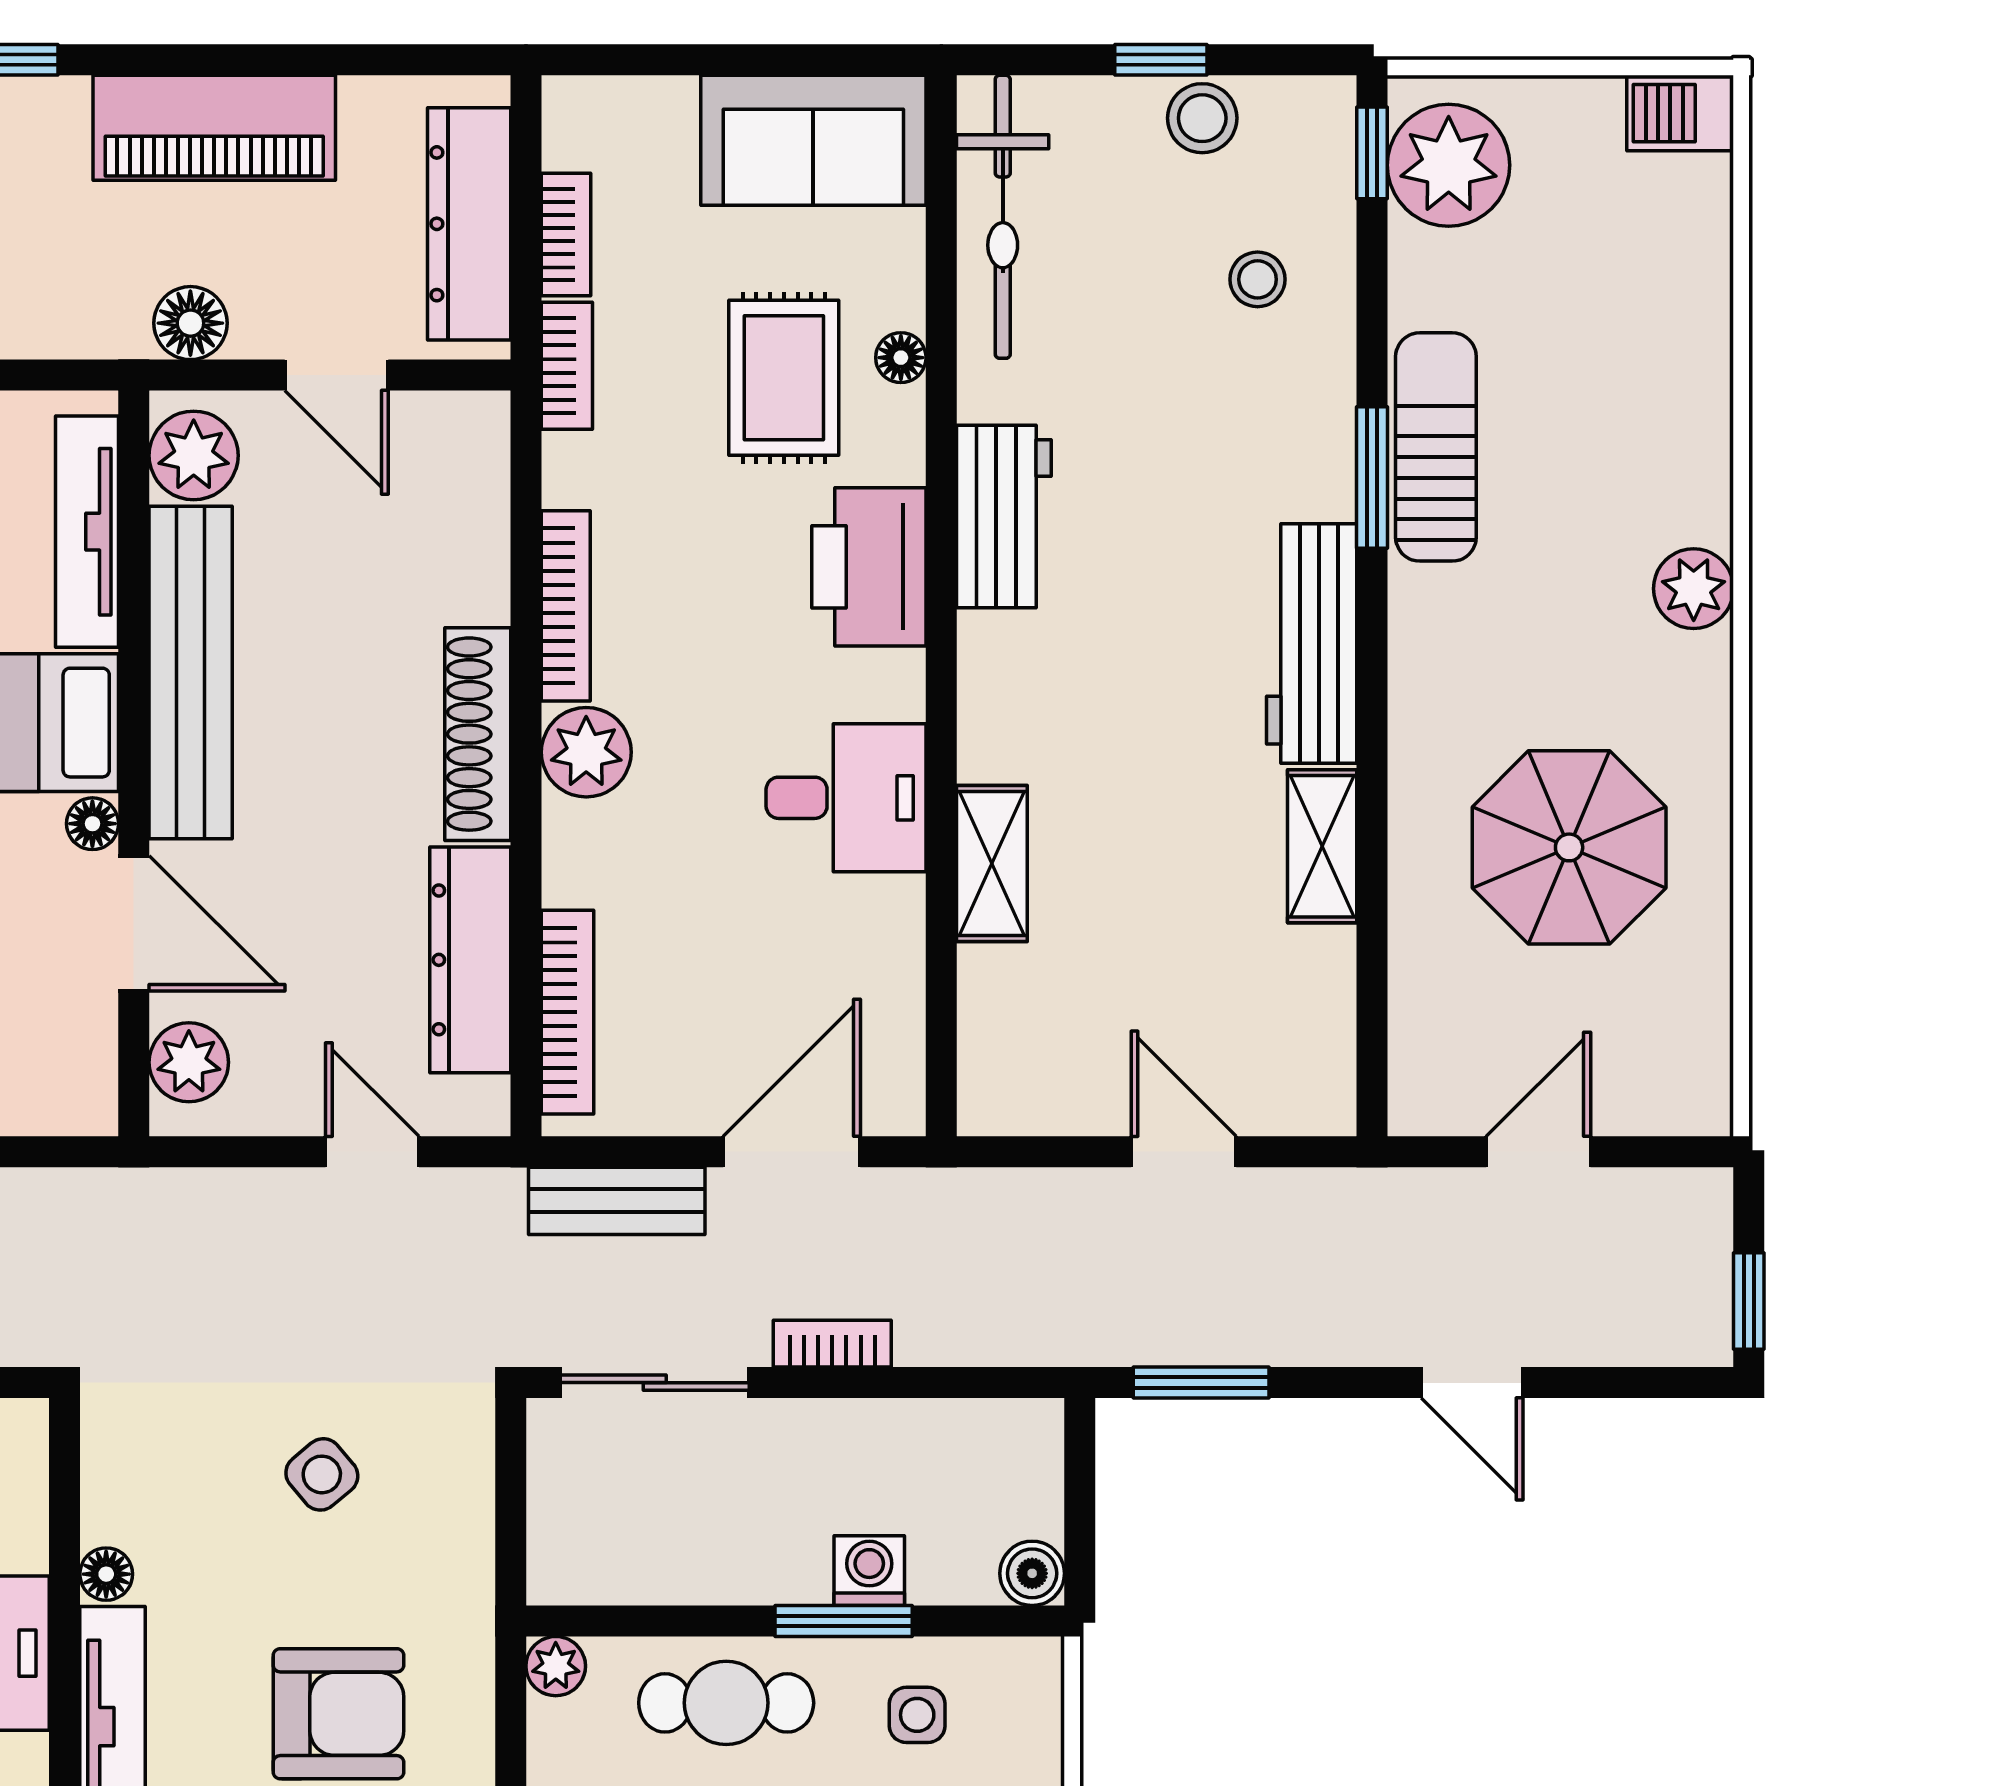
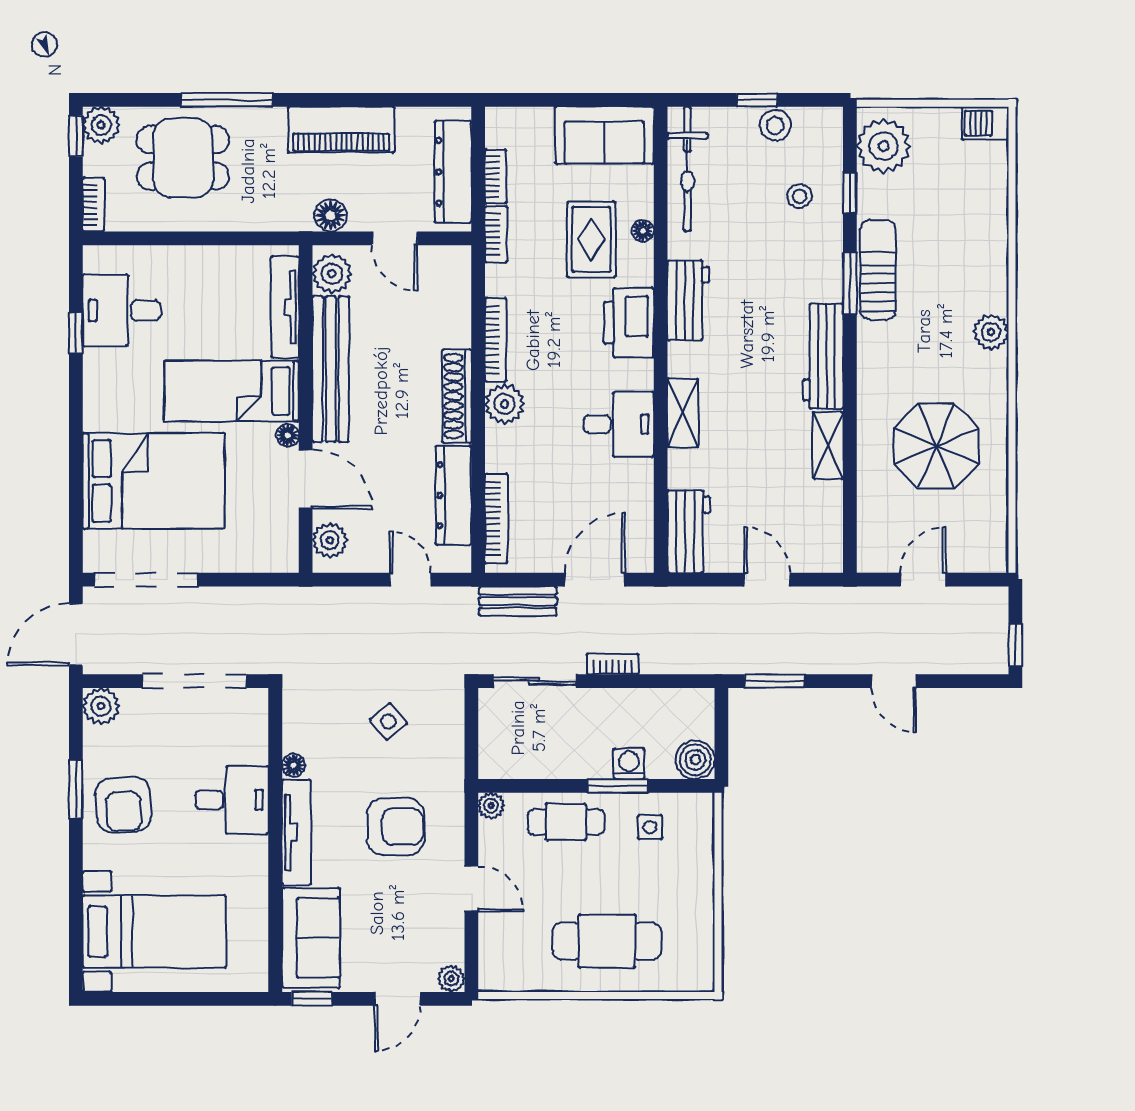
window: (1372, 153) -> (850, 193), moved
shelving: (992, 863) -> (683, 413), moved
workbench: (1005, 1042) -> (689, 531), added
boiler: (1032, 1573) -> (695, 760), width x1.36, depth x1.36

